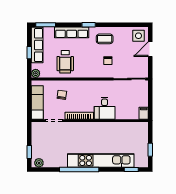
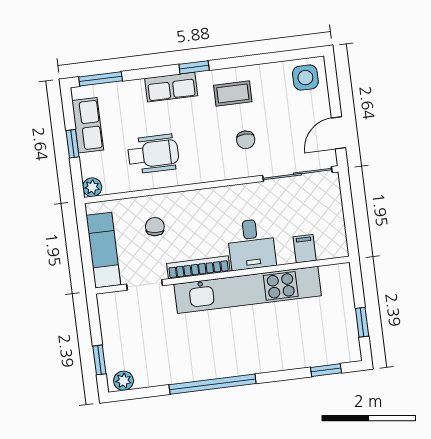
row of seats: (72, 32) -> (171, 87), width x0.68
row of seats: (37, 45) -> (88, 125), width x0.68
door: (150, 49) -> (338, 133), moved
wheelchair: (65, 62) -> (153, 154), turned -90
filing cabinet: (144, 113) -> (305, 249), moved
kitchen unit: (101, 160) -> (248, 290), moved, turned 180

